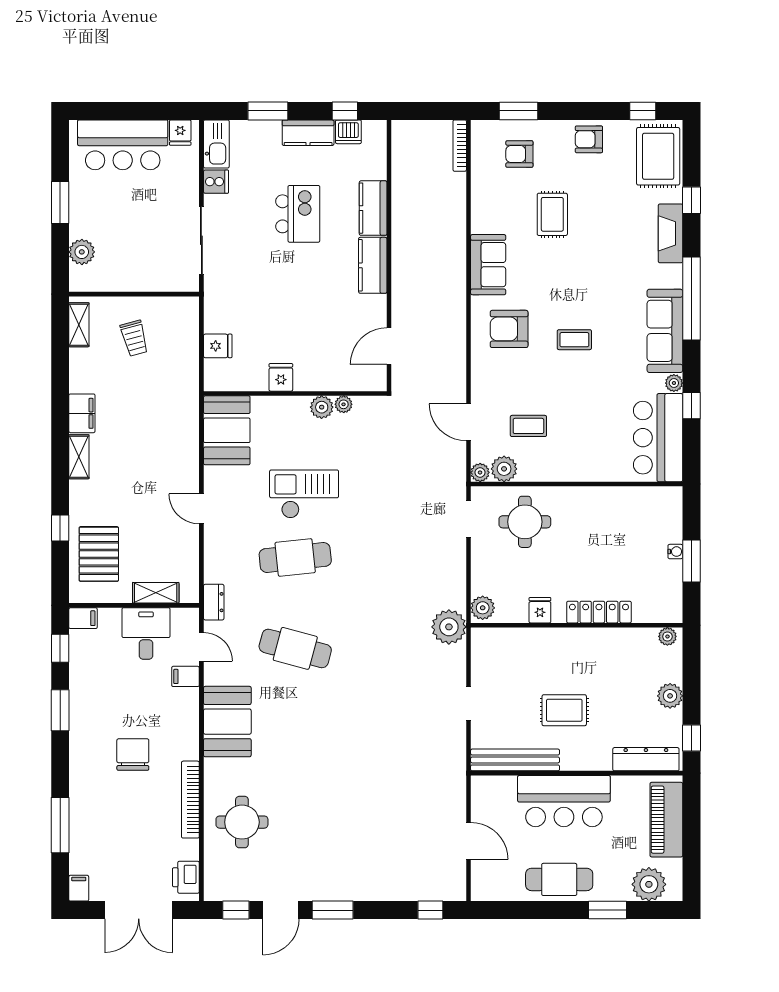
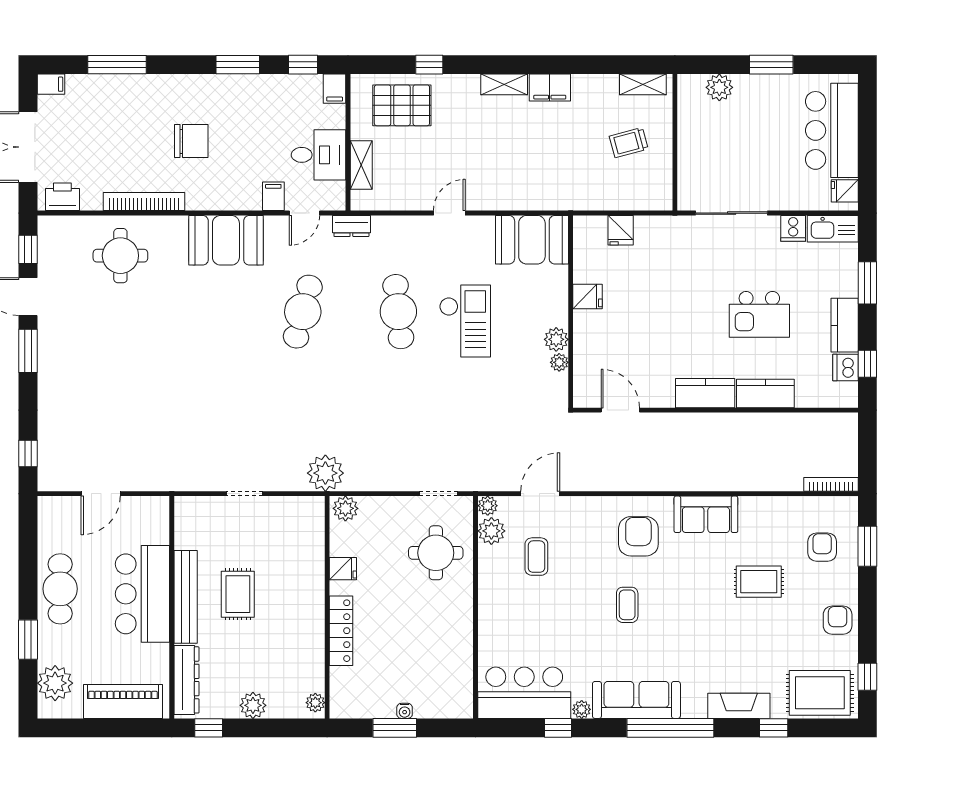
bench: (515, 760) -> (186, 597), moved

